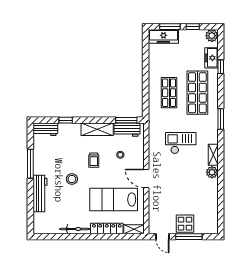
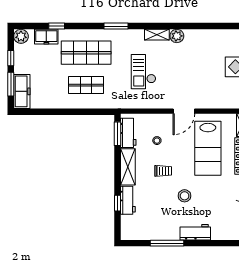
workbench: (45, 129) -> (128, 200), moved
workbench: (40, 193) -> (195, 232), width x0.73

